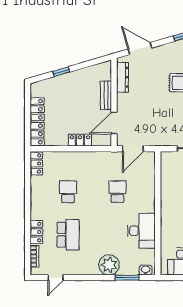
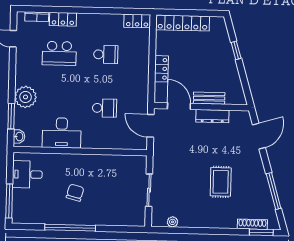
dresser: (122, 77) -> (212, 116), moved

